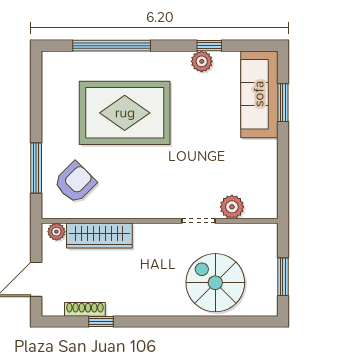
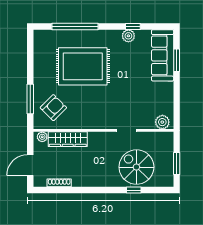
plant: (232, 207) -> (162, 122), moved
window: (101, 321) -> (134, 190), moved

